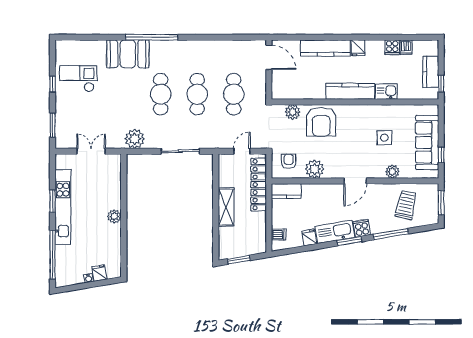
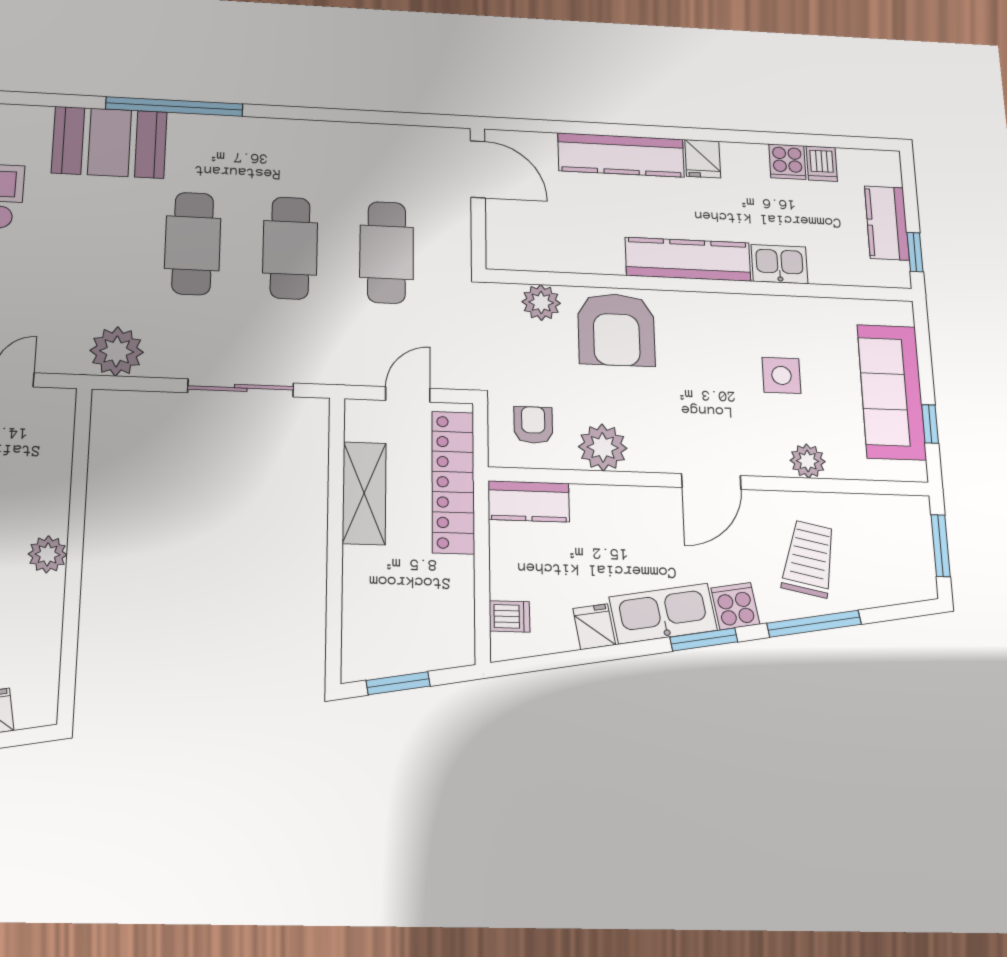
trolley: (406, 205) -> (809, 559), moved
shelving: (226, 207) -> (364, 493), moved

